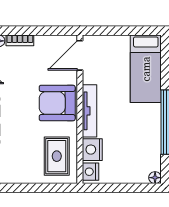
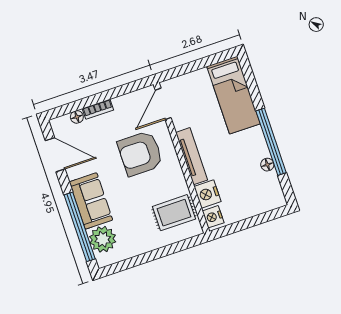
armchair: (57, 103) -> (140, 154), moved
rug: (57, 156) -> (174, 213), turned 90
floor lamp: (155, 178) -> (267, 165), moved

